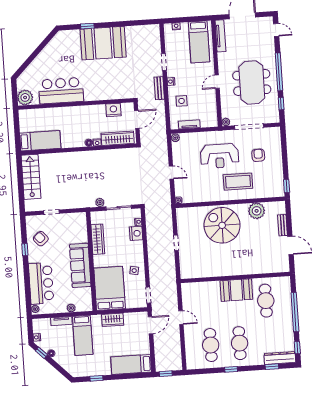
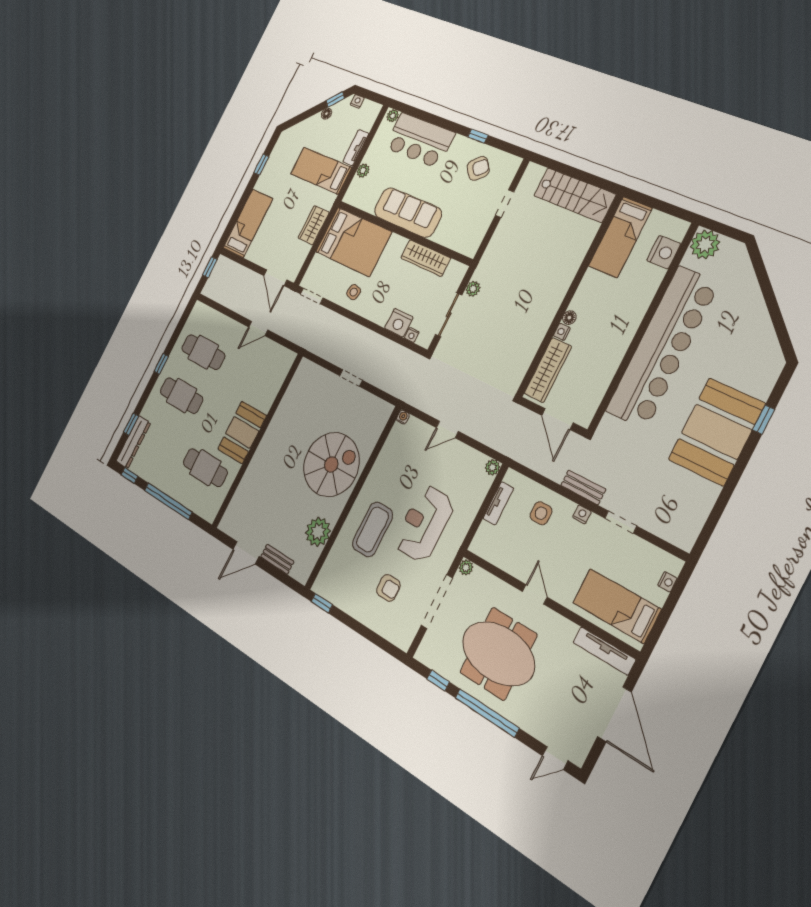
bar counter: (61, 91) -> (662, 347), width x1.86
nightstand: (113, 110) -> (664, 252), moved

